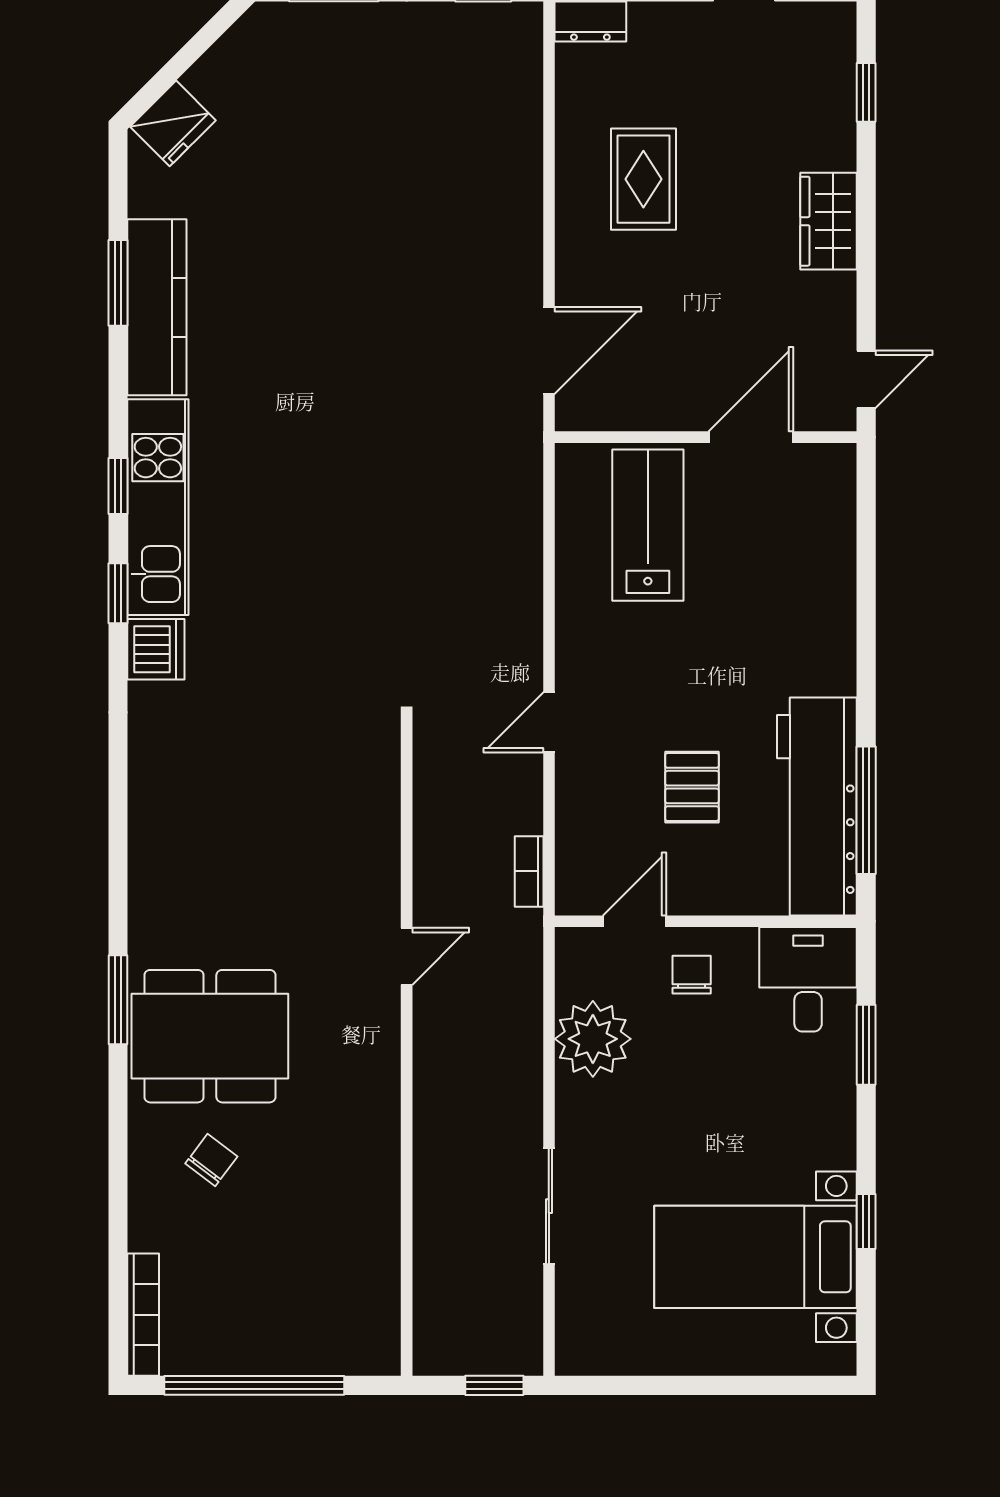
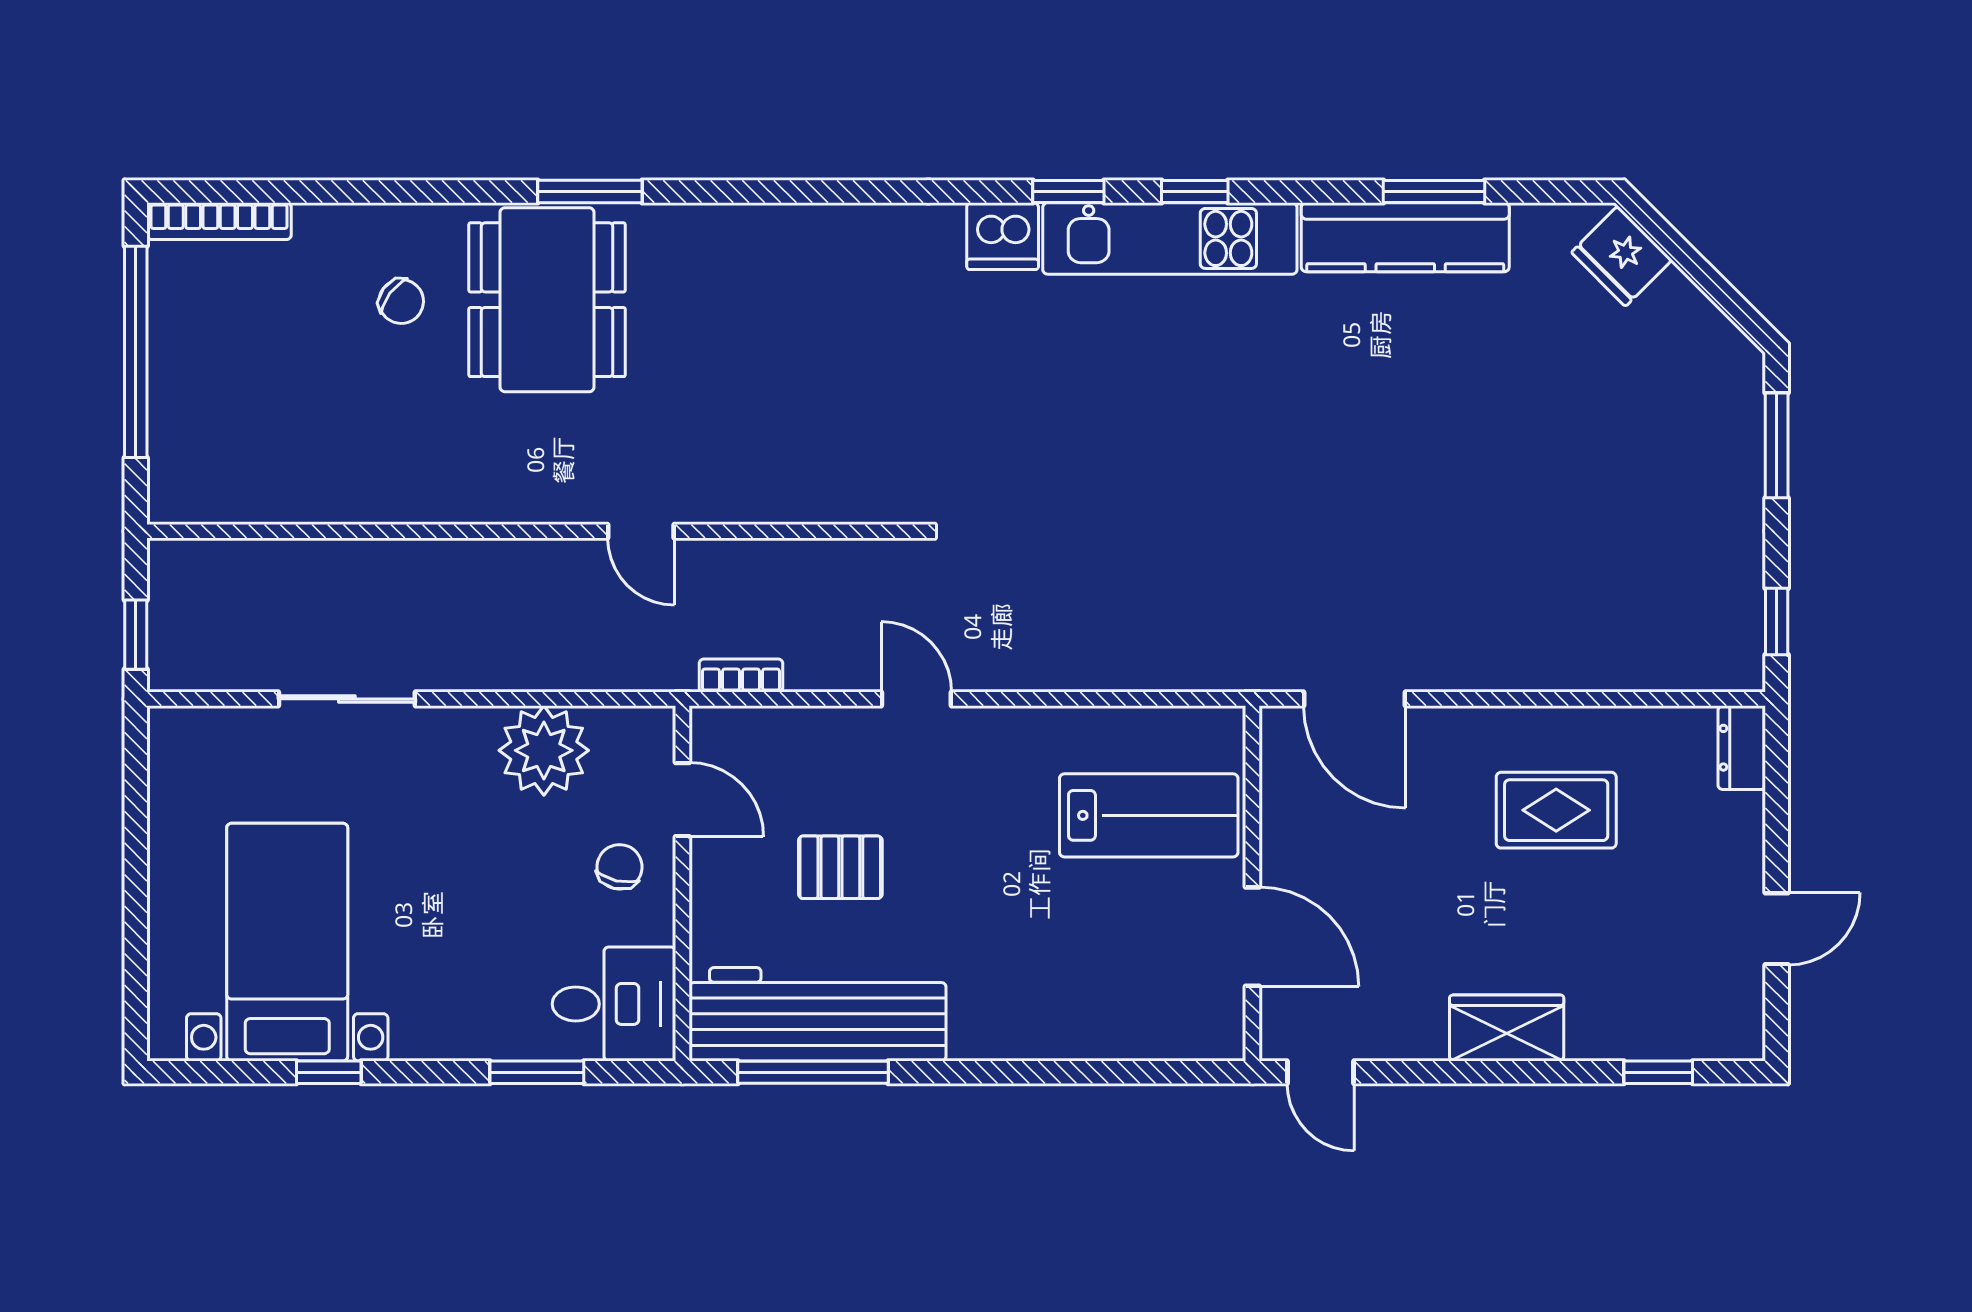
chair: (692, 975) -> (620, 867), turned -77

